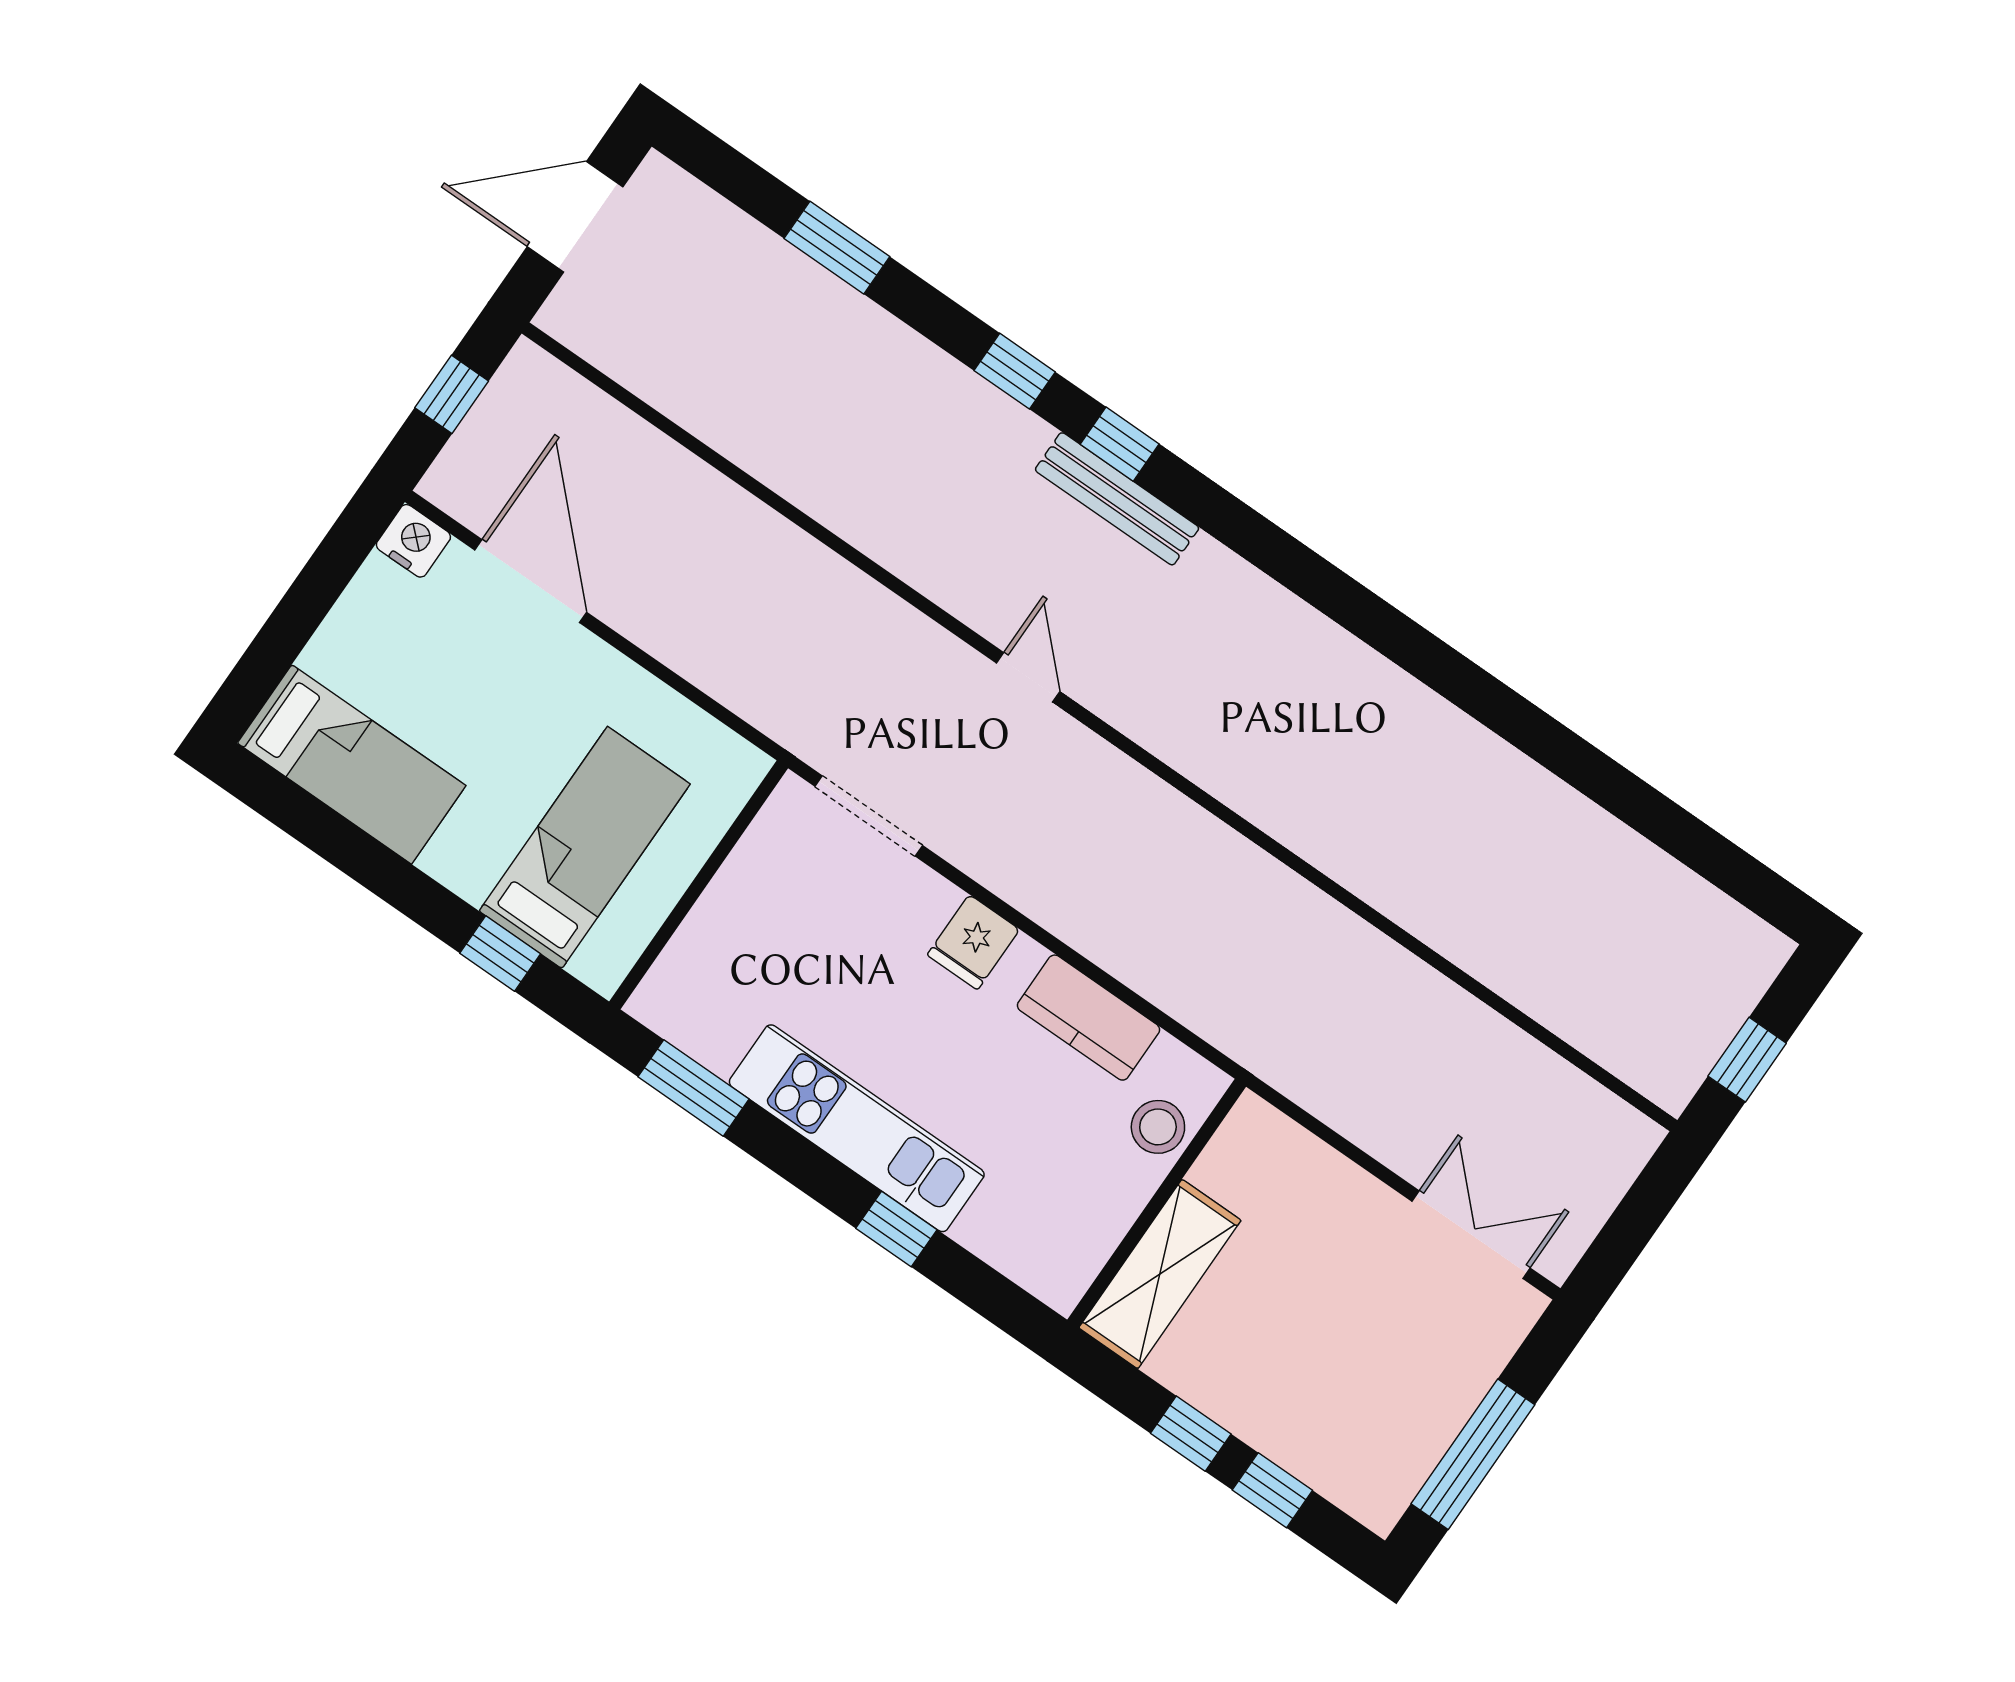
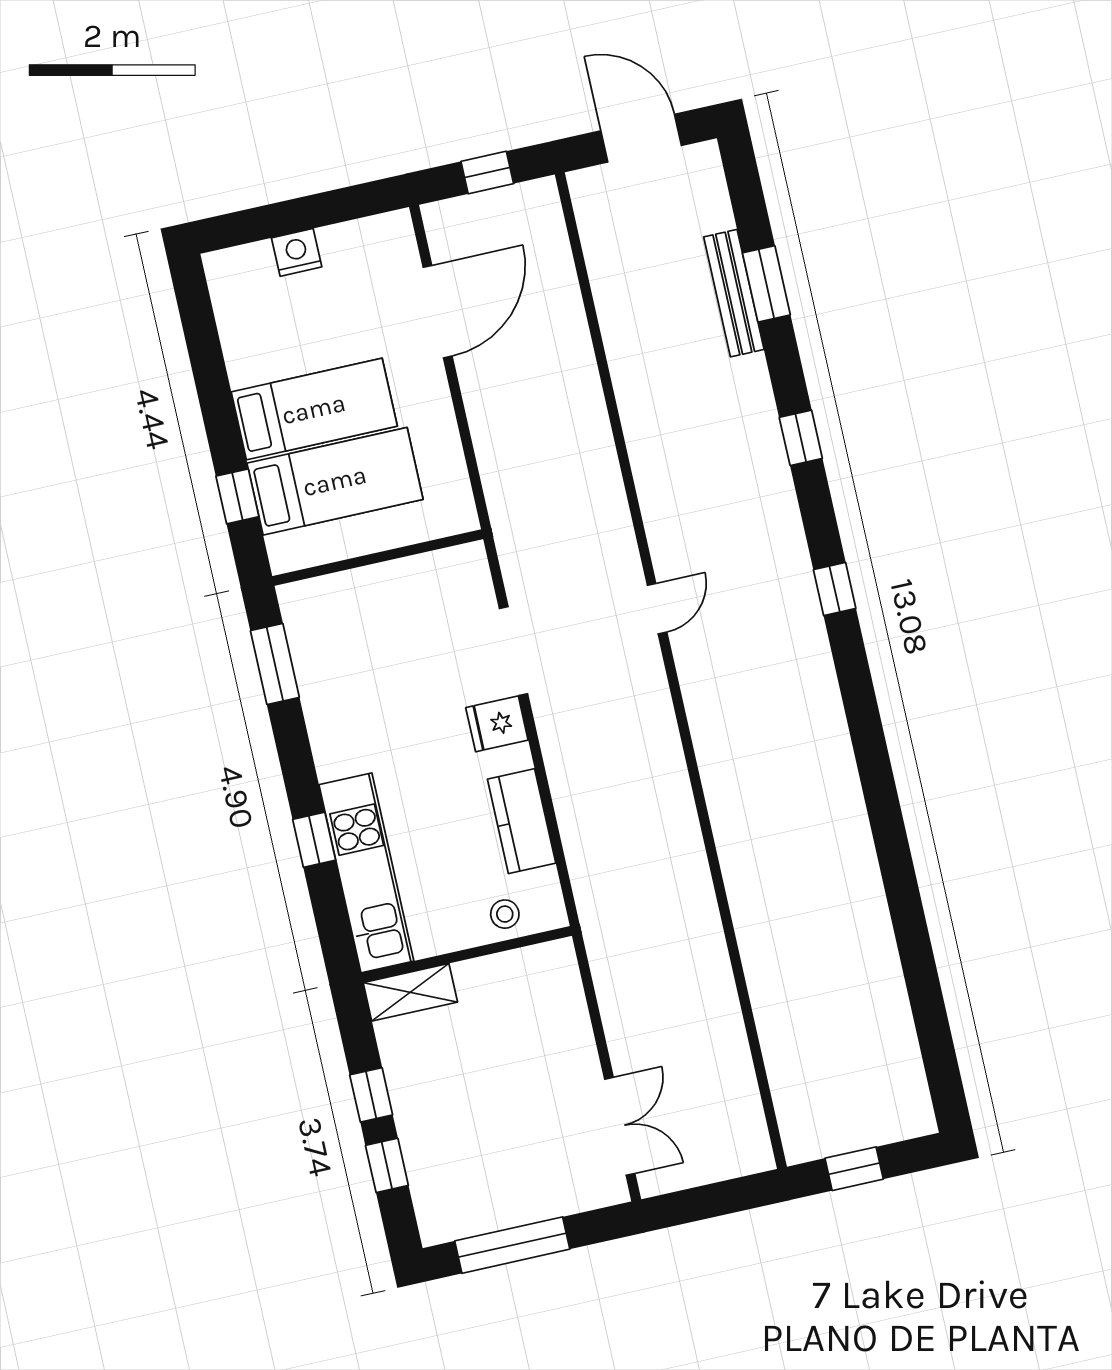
window: (1120, 444) -> (835, 589), moved
bench: (1117, 499) -> (734, 293), moved
nightstand: (413, 541) -> (297, 252), moved, turned -90
bed: (352, 764) -> (314, 409), moved, turned -90
doorway: (869, 816) -> (513, 651), moved
stool: (1158, 1127) -> (505, 914), width x0.73, depth x0.73
kitchen unit: (857, 1128) -> (366, 873), moved
shelving: (1160, 1274) -> (410, 992), width x0.67, depth x0.75

